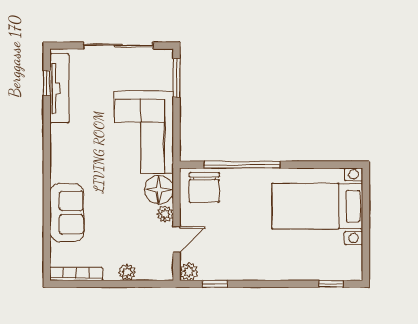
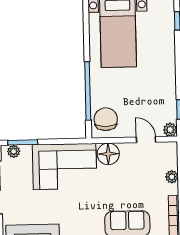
chair: (204, 187) -> (106, 119), turned -90
plant: (165, 214) -> (14, 151), moved

